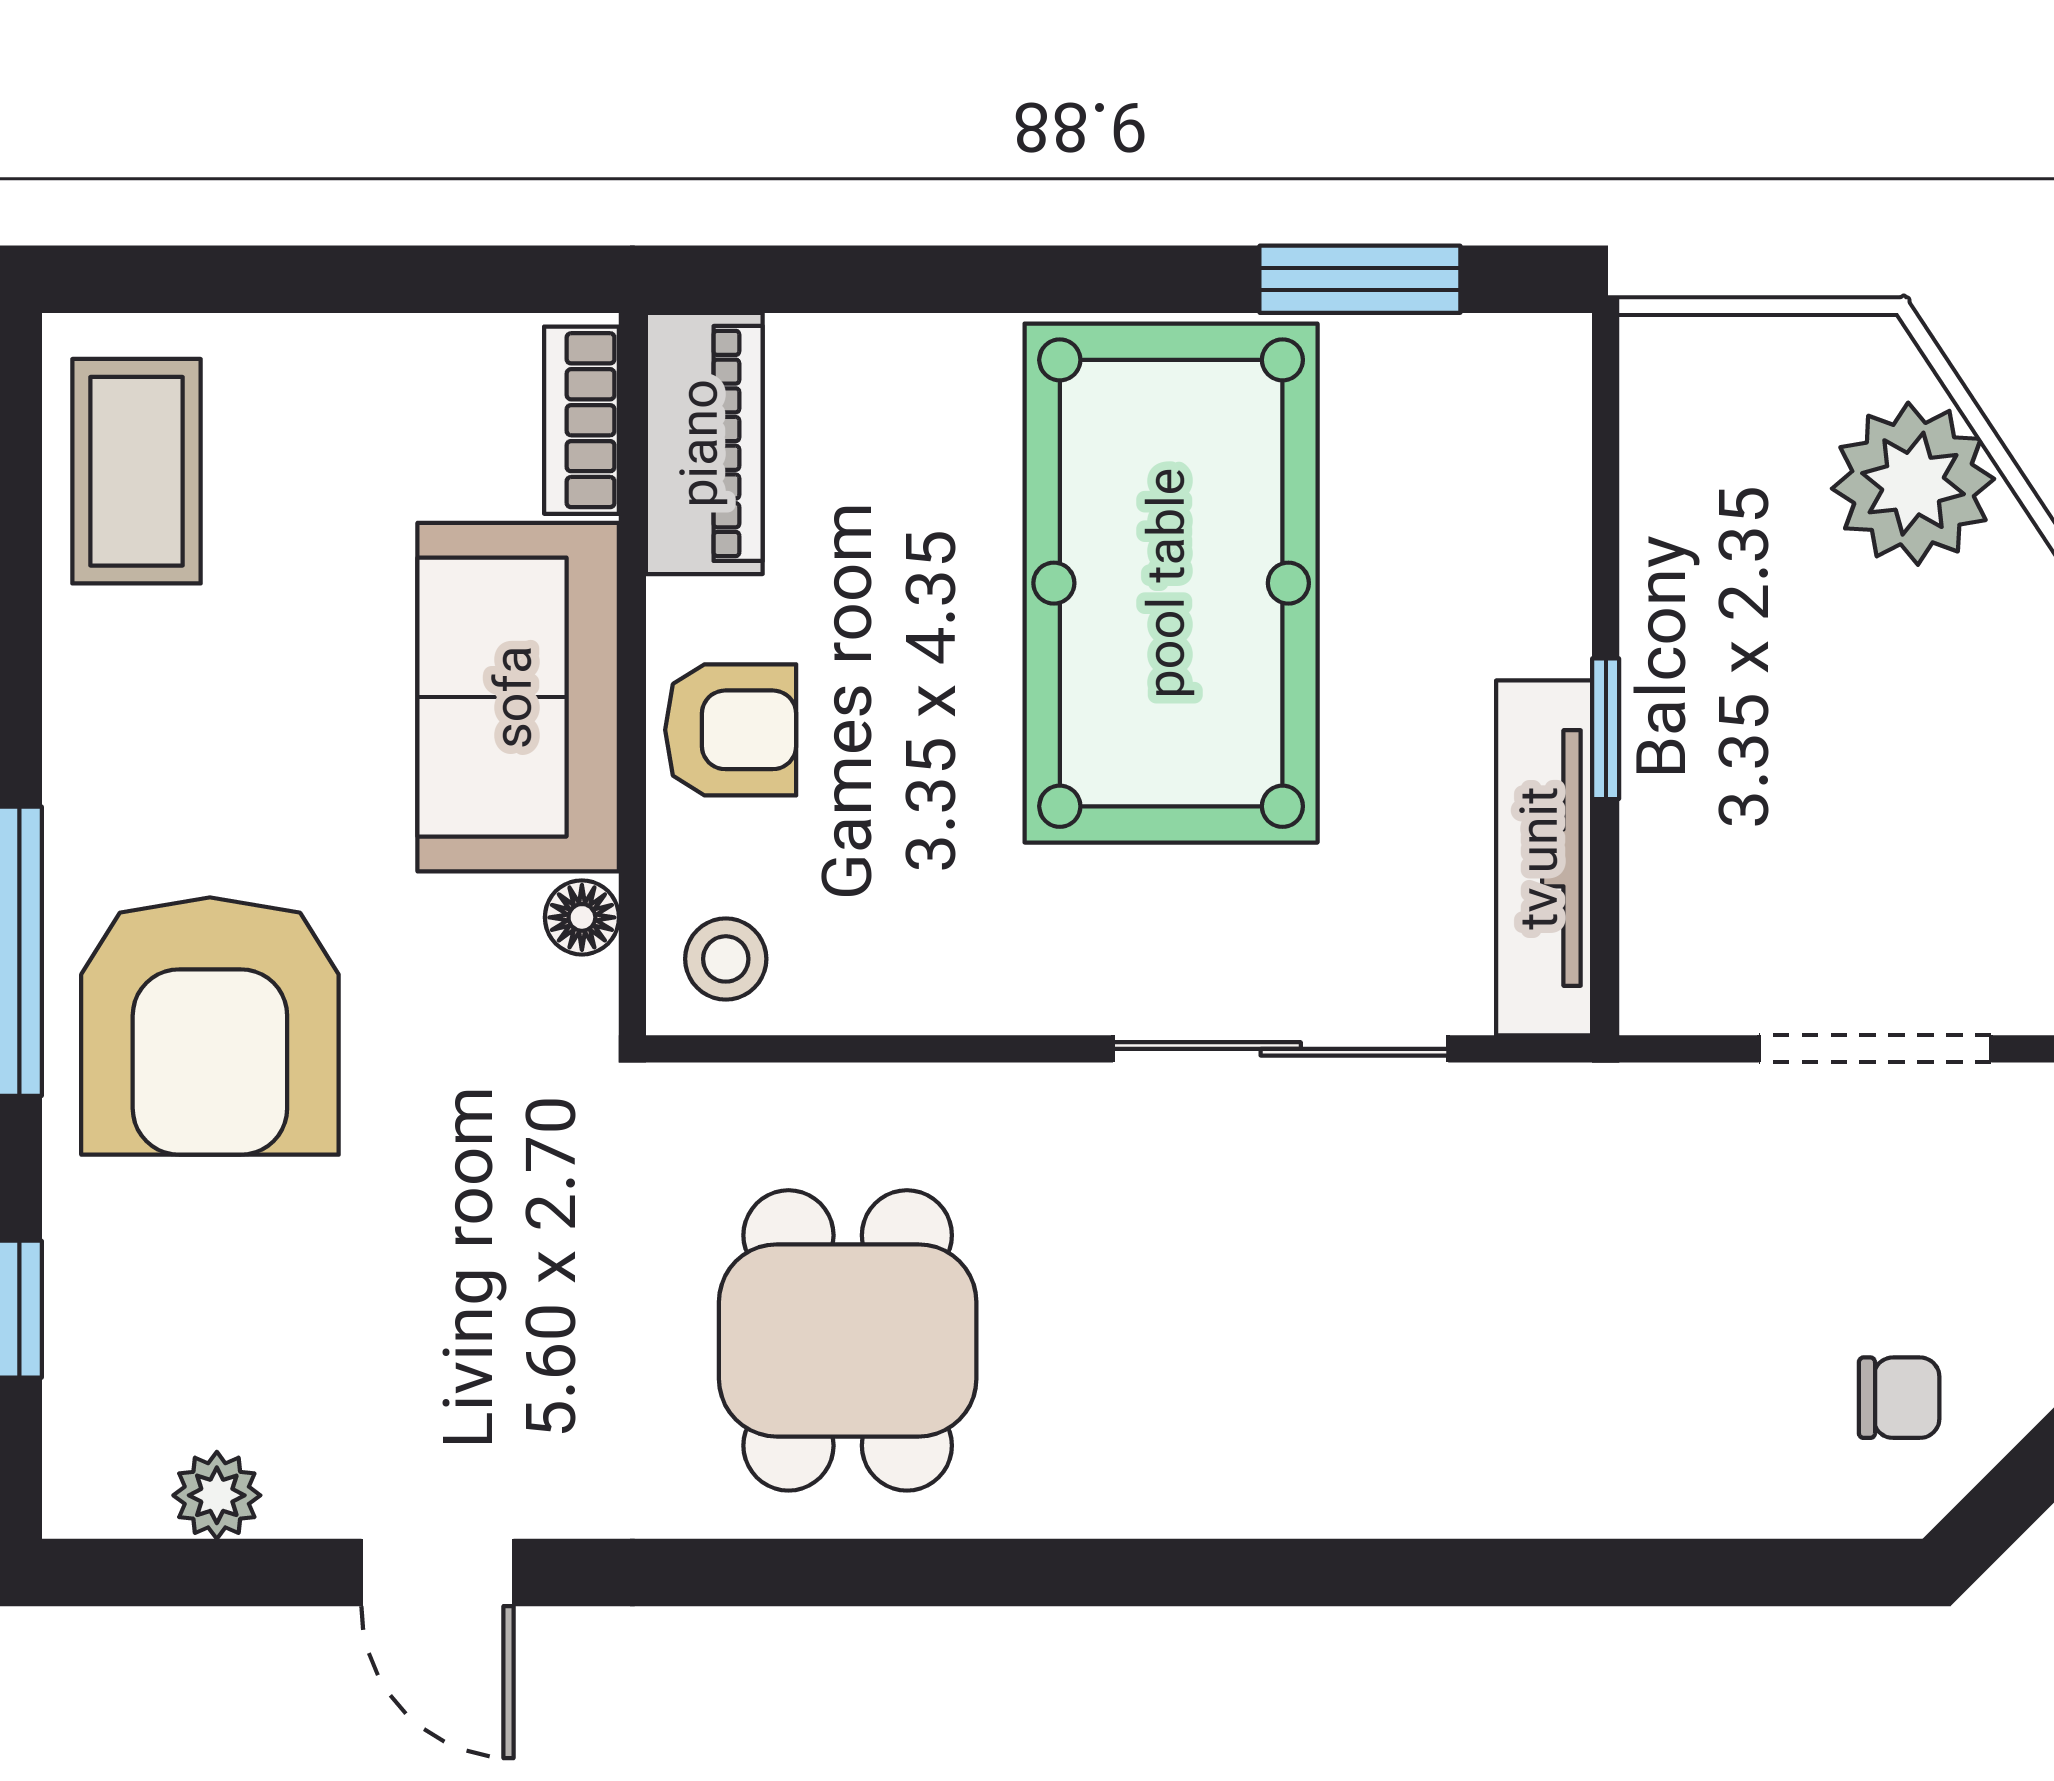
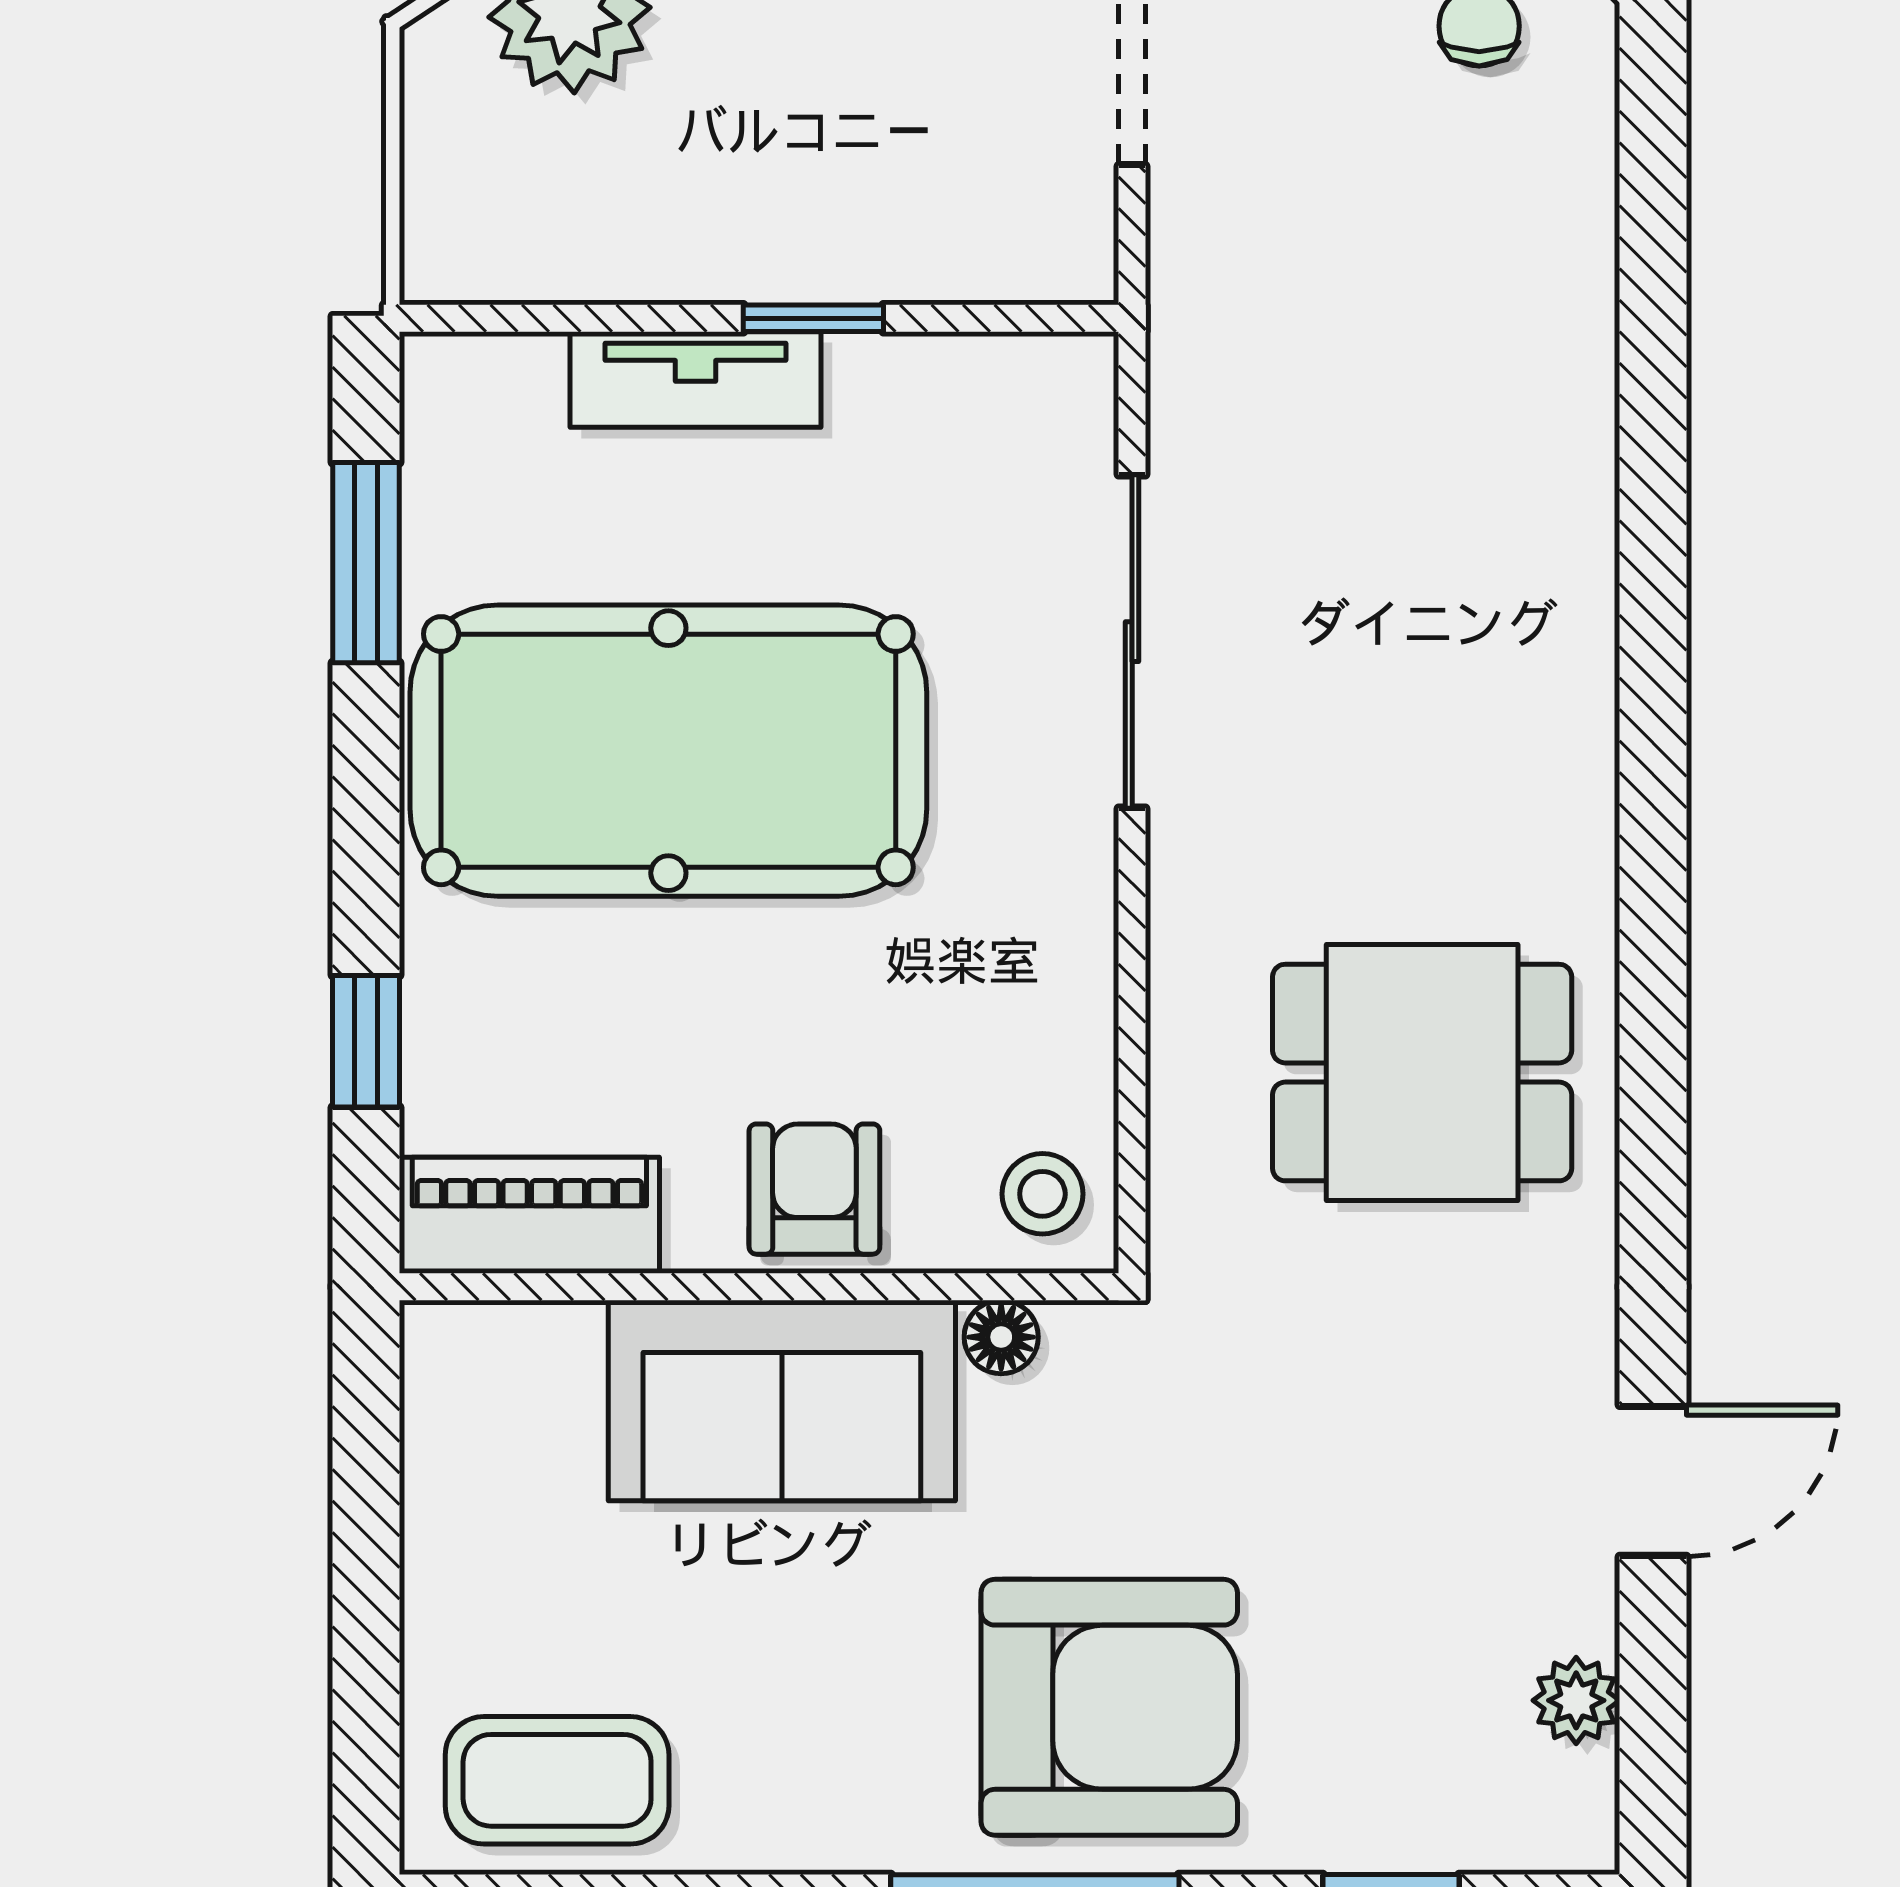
window: (879, 279) -> (366, 1041), added
bookcase: (582, 420) -> (506, 1337), removed
tv unit: (1544, 858) -> (696, 379), moved, width x0.71

